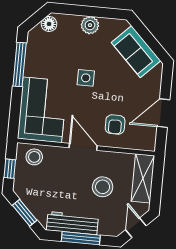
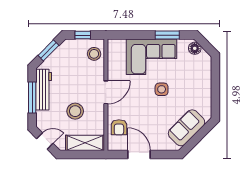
floor lamp: (49, 24) -> (195, 48), moved
plant: (90, 25) -> (204, 89), removed
window: (20, 65) -> (167, 35), width x0.69
corner sofa: (42, 110) -> (152, 57), moved
armchair: (115, 125) -> (119, 127), moved, turned -90

